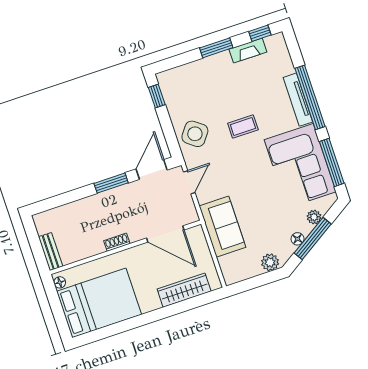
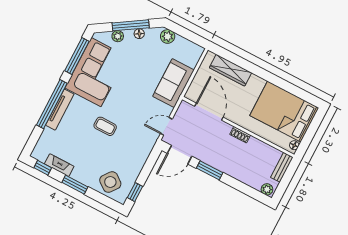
side table: (195, 134) -> (110, 182), moved
plant: (43, 219) -> (267, 189), added

